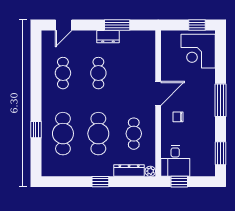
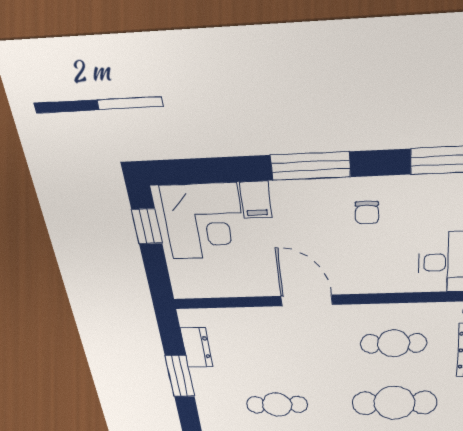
dresser: (108, 37) -> (197, 347), moved
filing cabinet: (207, 75) -> (256, 200), added
chair: (178, 117) -> (367, 213), moved

